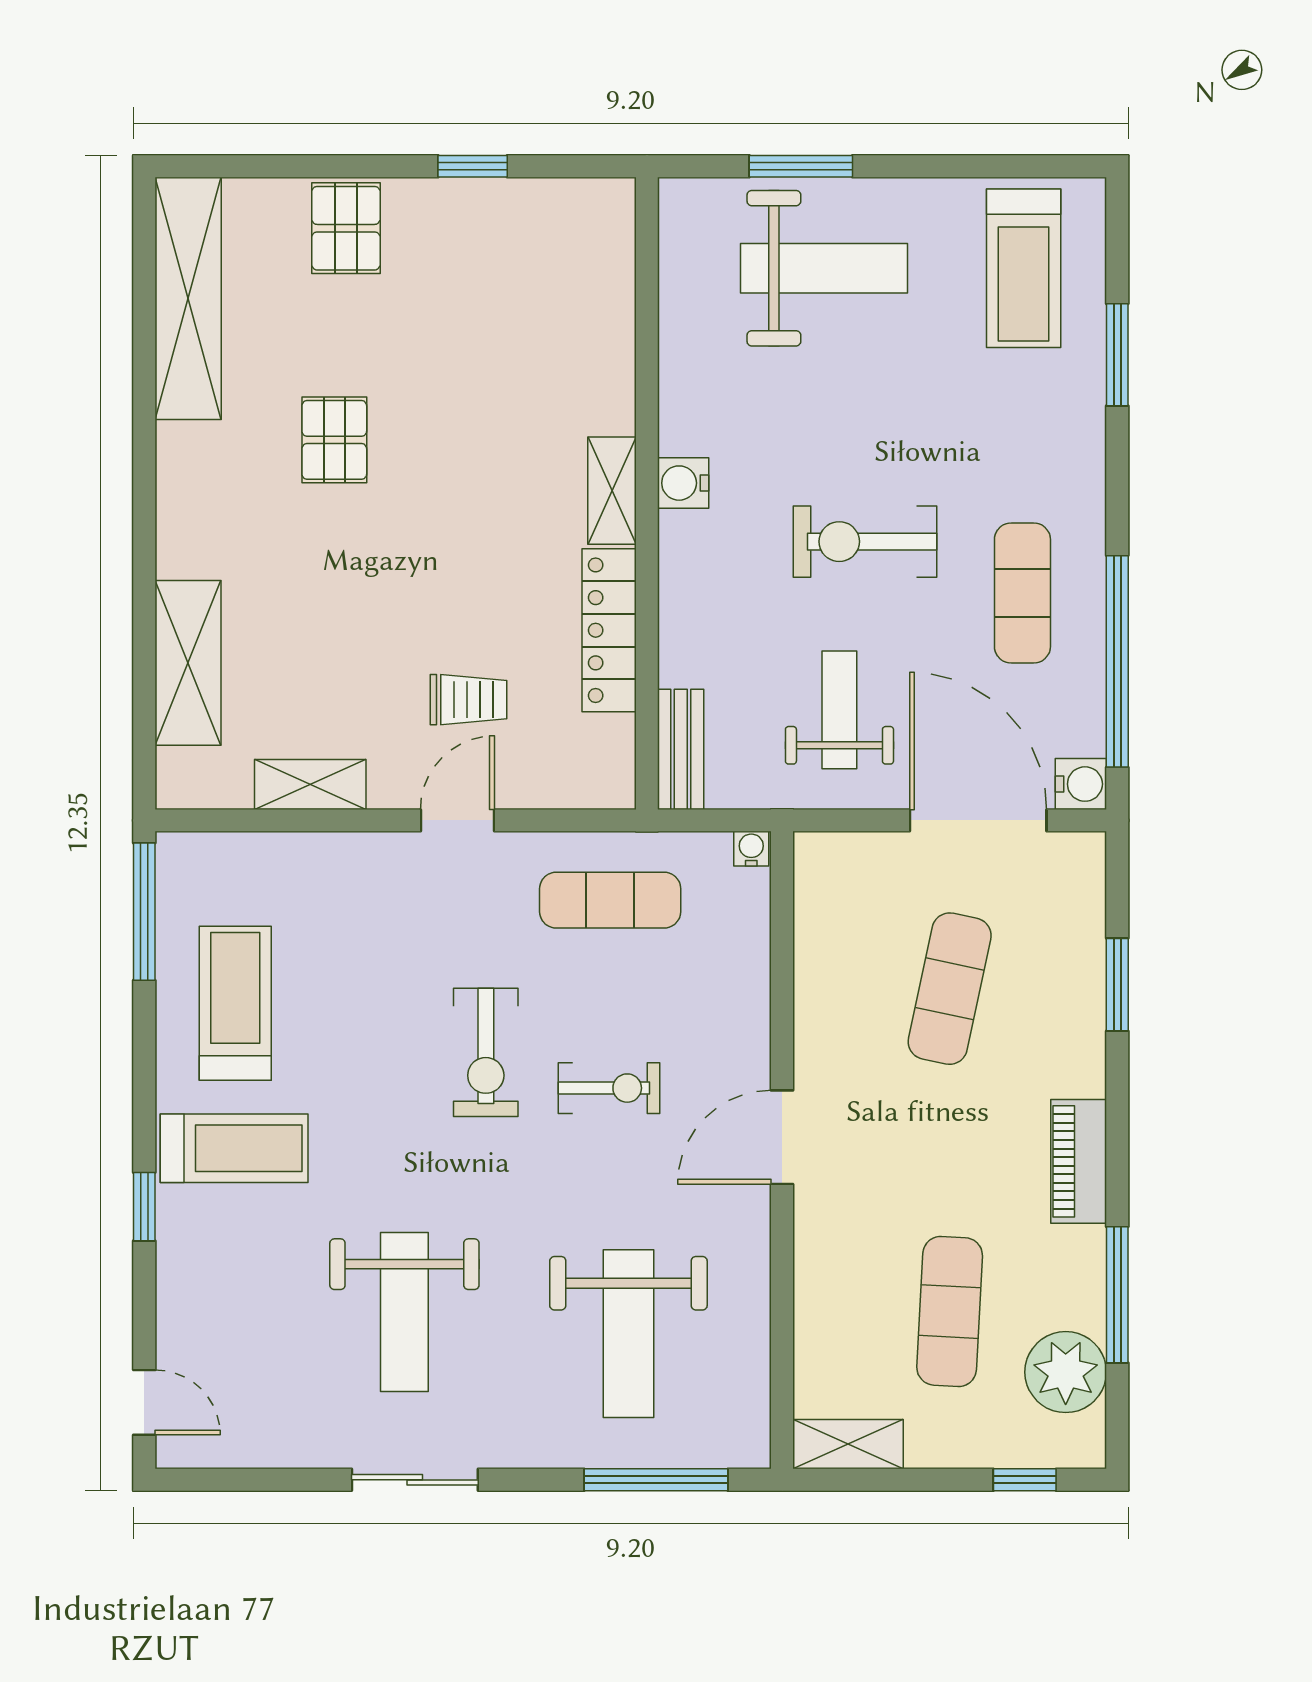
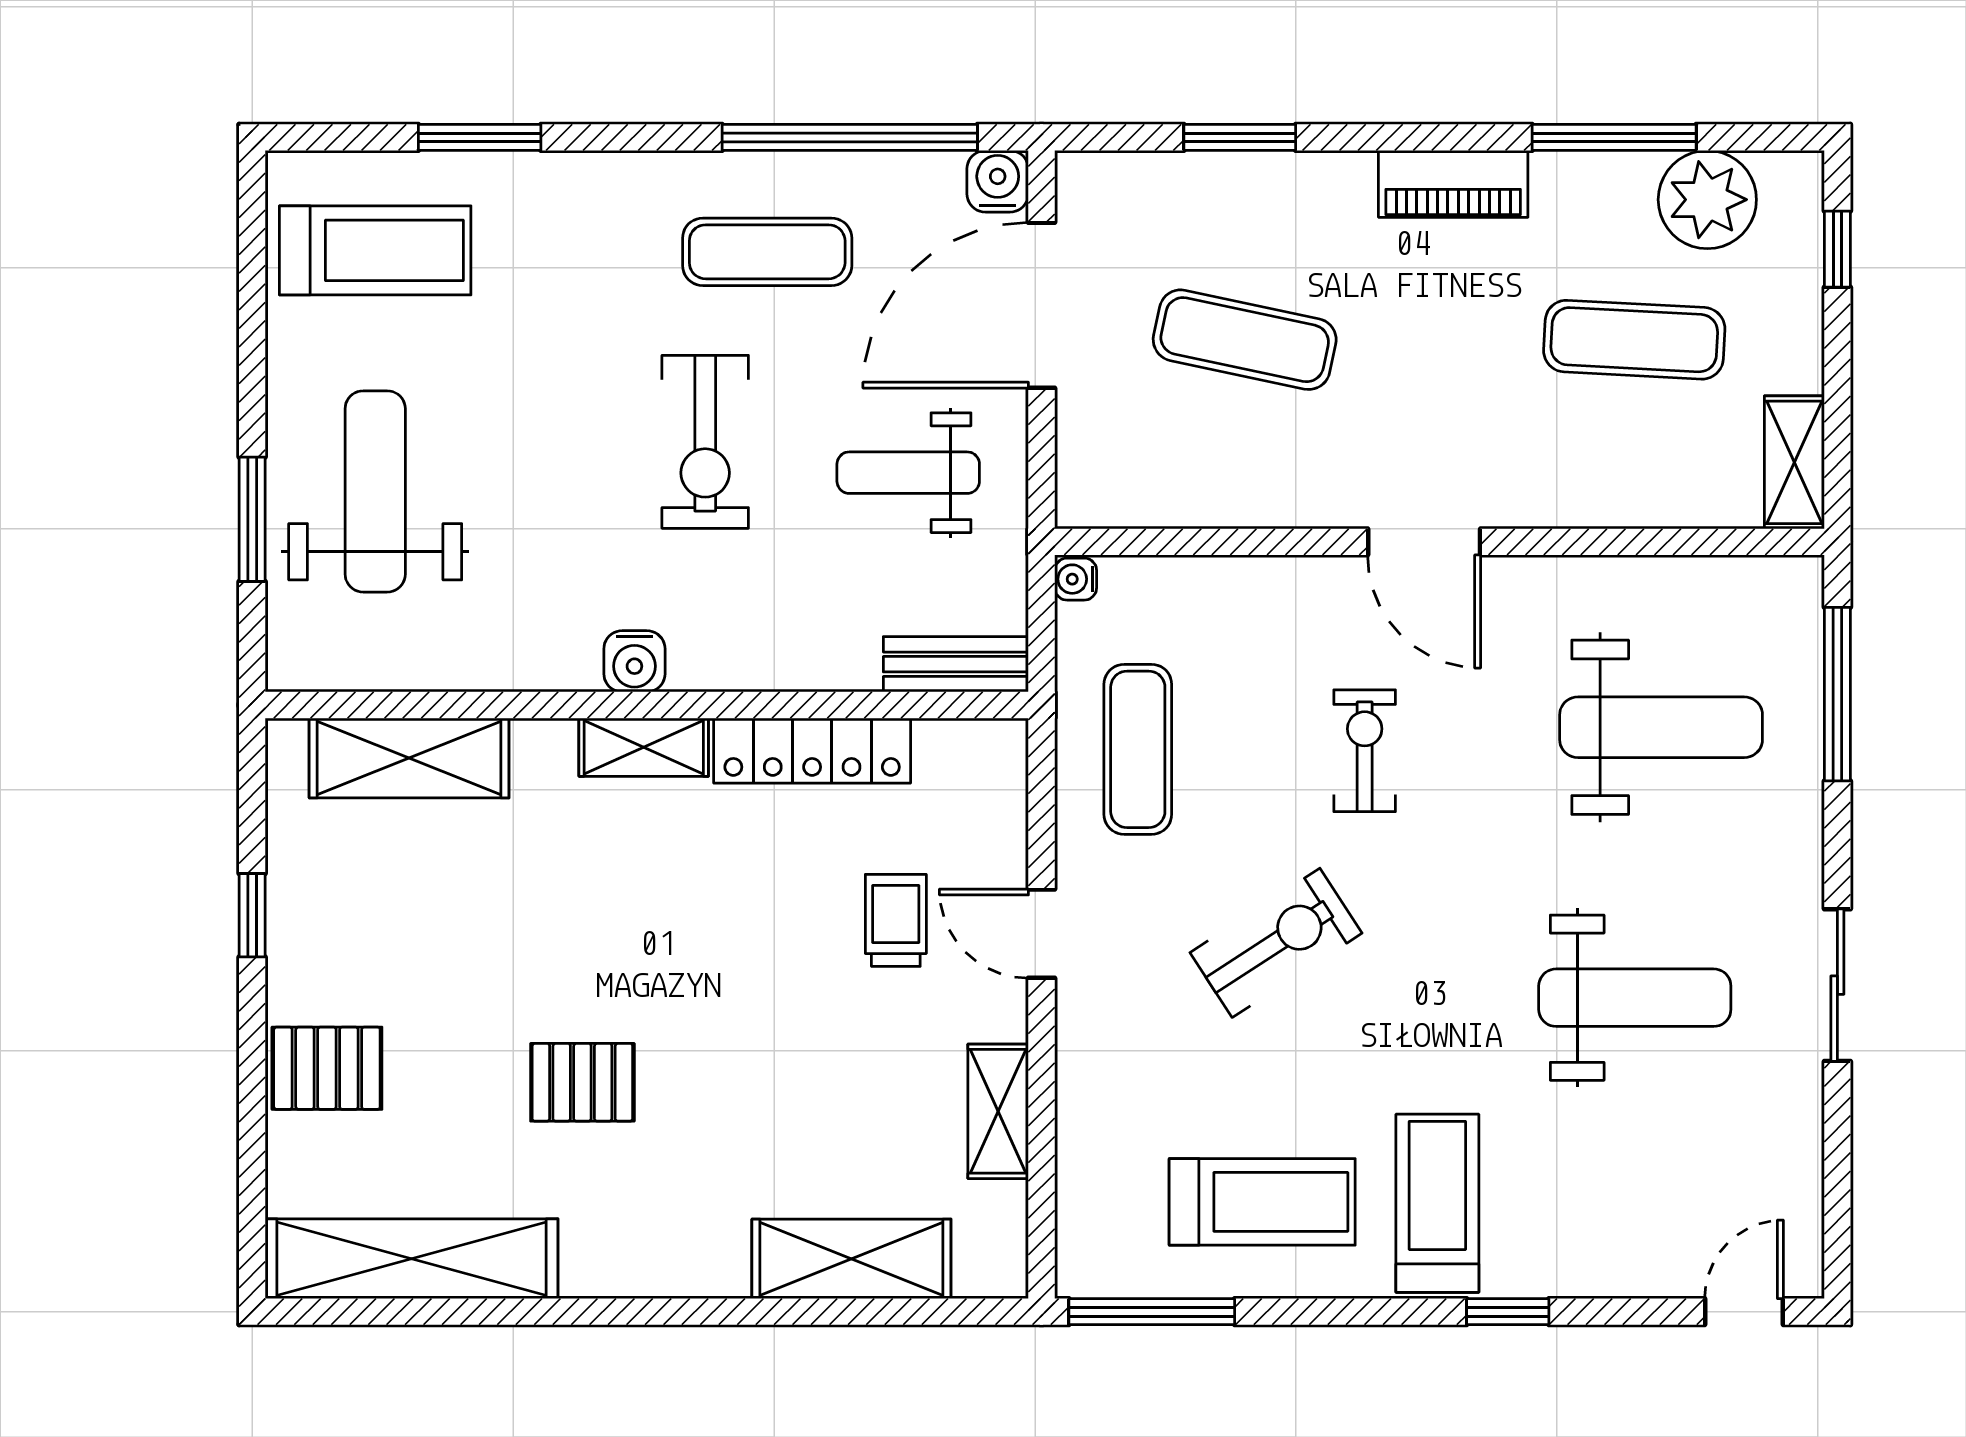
shelving: (603, 296) -> (409, 758), added
treadmill: (235, 1003) -> (1262, 1202), turned 180
exercise bike: (486, 1052) -> (1276, 943), moved, turned -33

